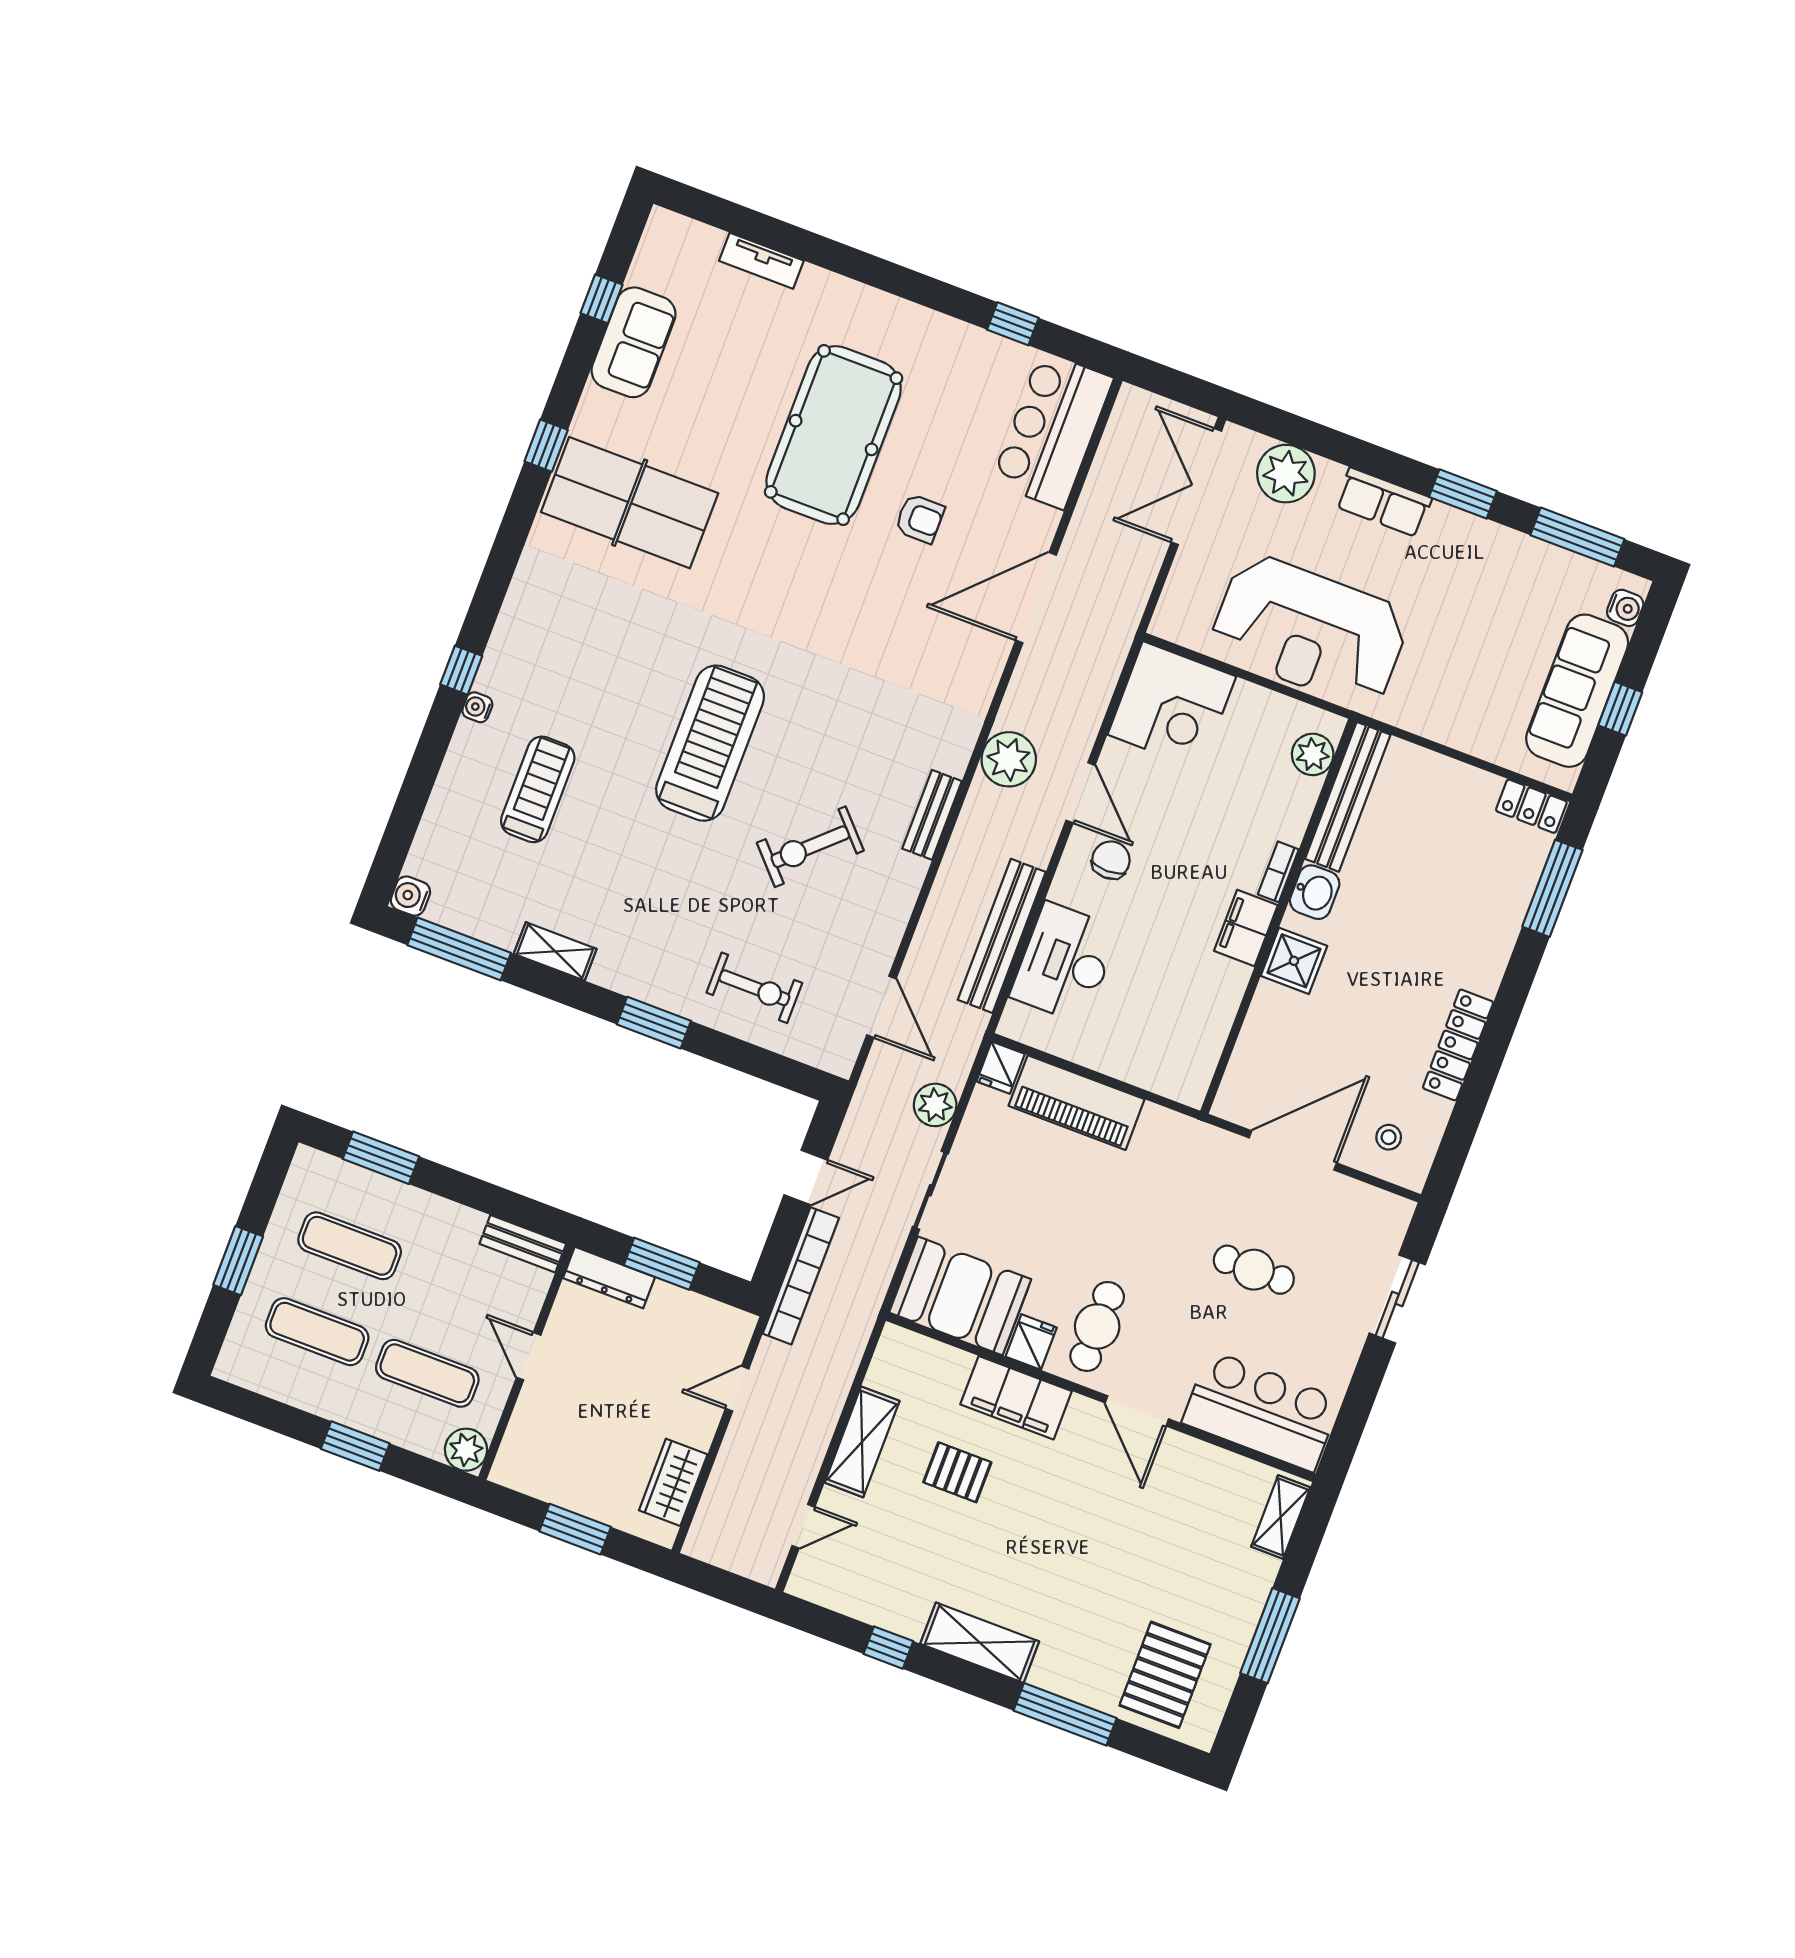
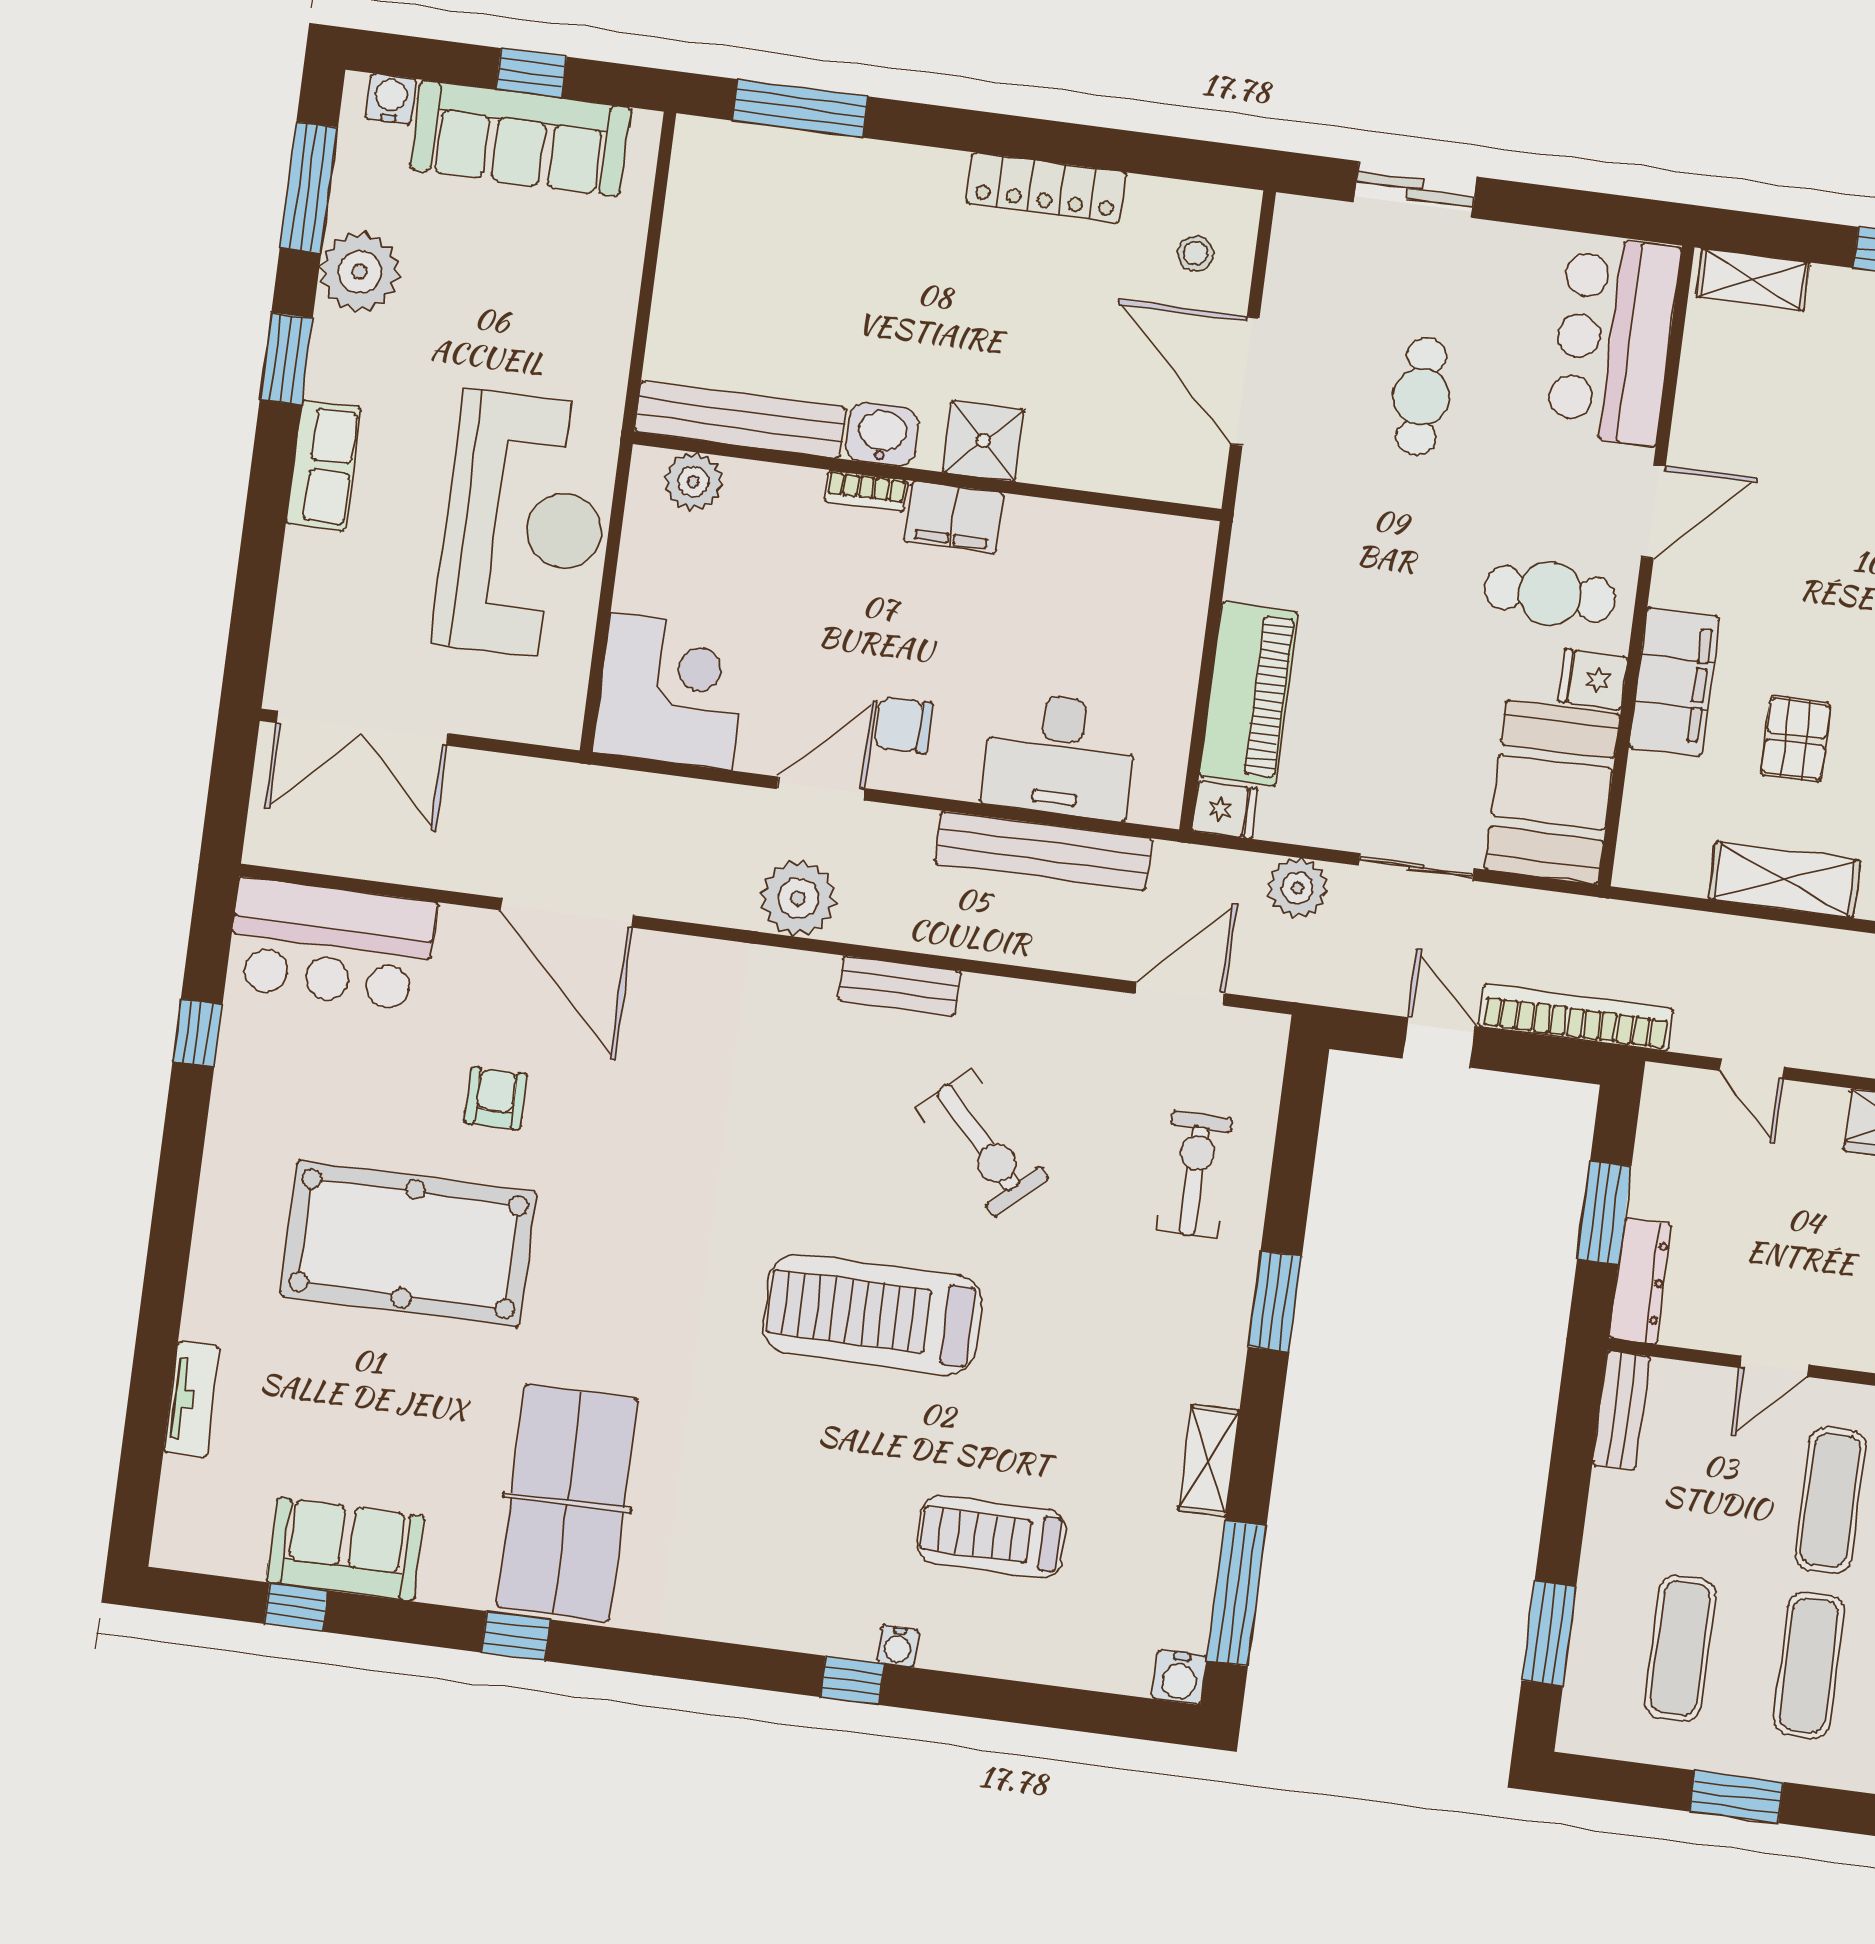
plant: (1286, 474) -> (360, 272), moved
locker: (1531, 806) -> (694, 164), removed

